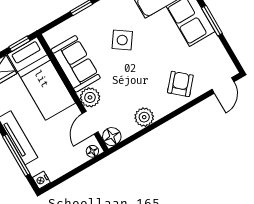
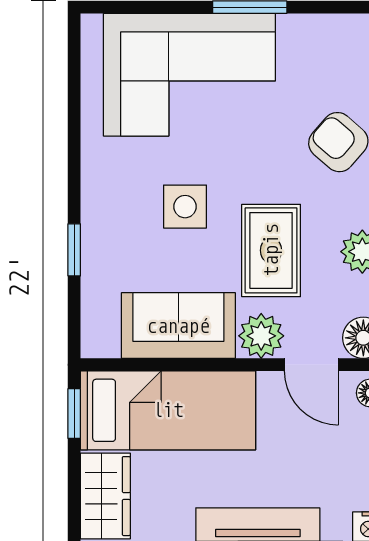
side table: (122, 40) -> (185, 207), turned -35
rug: (125, 82) -> (271, 250), added

